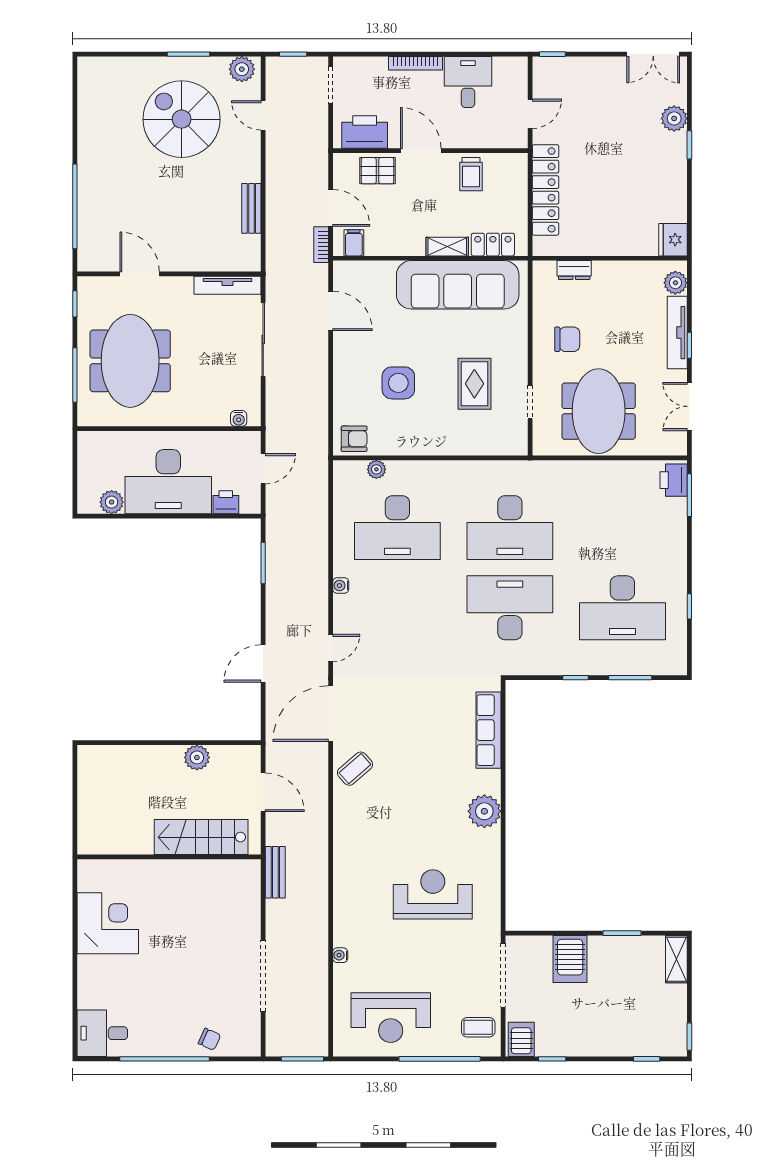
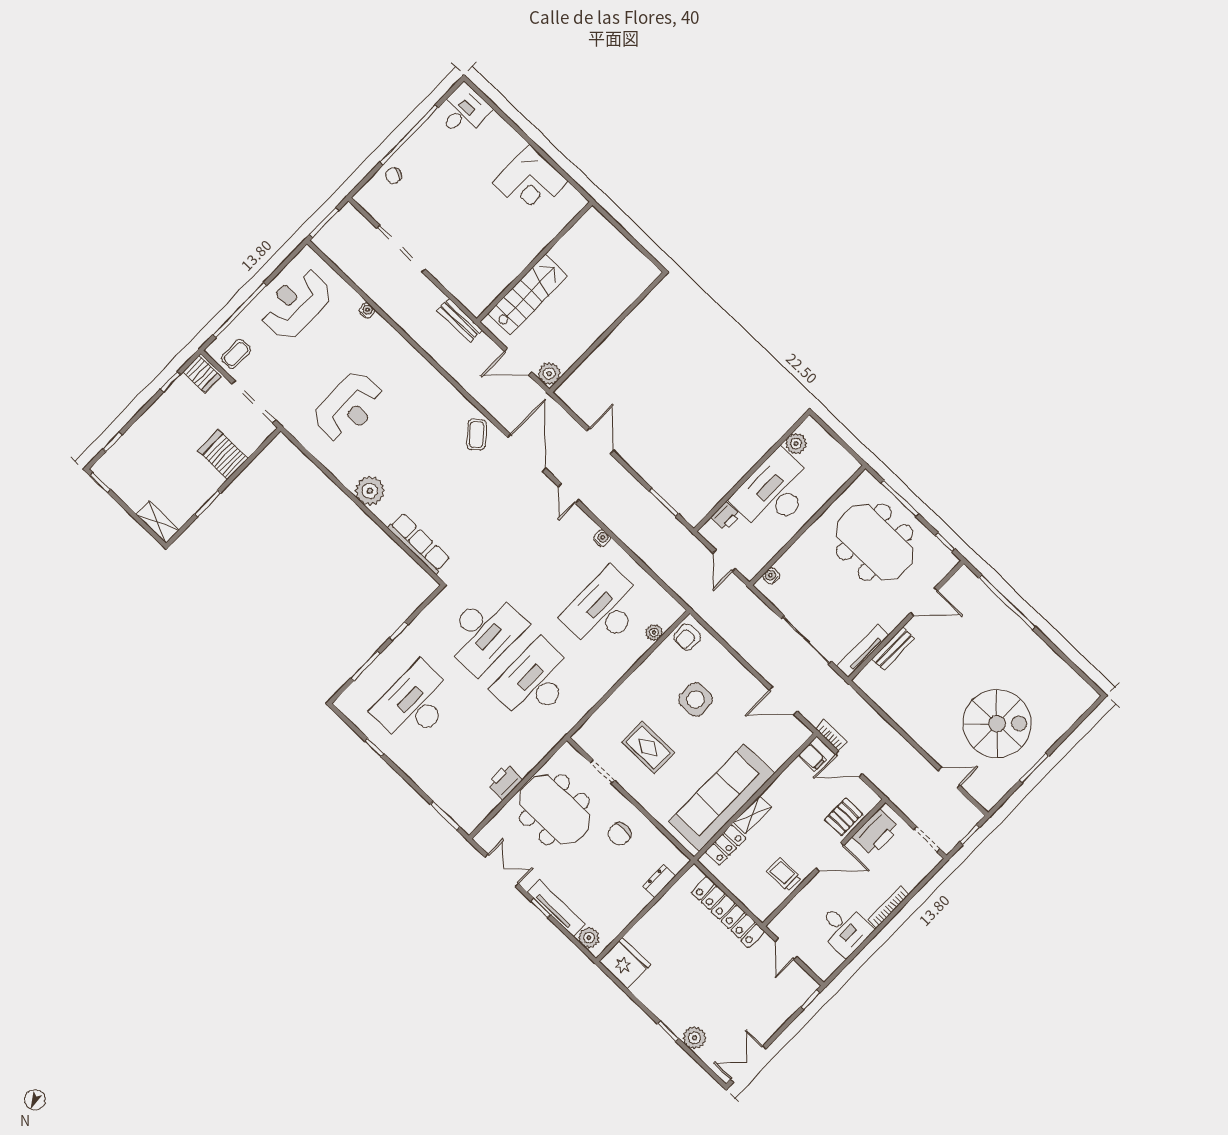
plant: (242, 69) -> (992, 793), removed
bench: (251, 208) -> (893, 649), moved, turned 90
fridge: (673, 240) -> (625, 963), width x1.36, depth x1.34
printer: (674, 480) -> (505, 782), moved, turned -90
plant: (197, 757) -> (549, 374), moved

